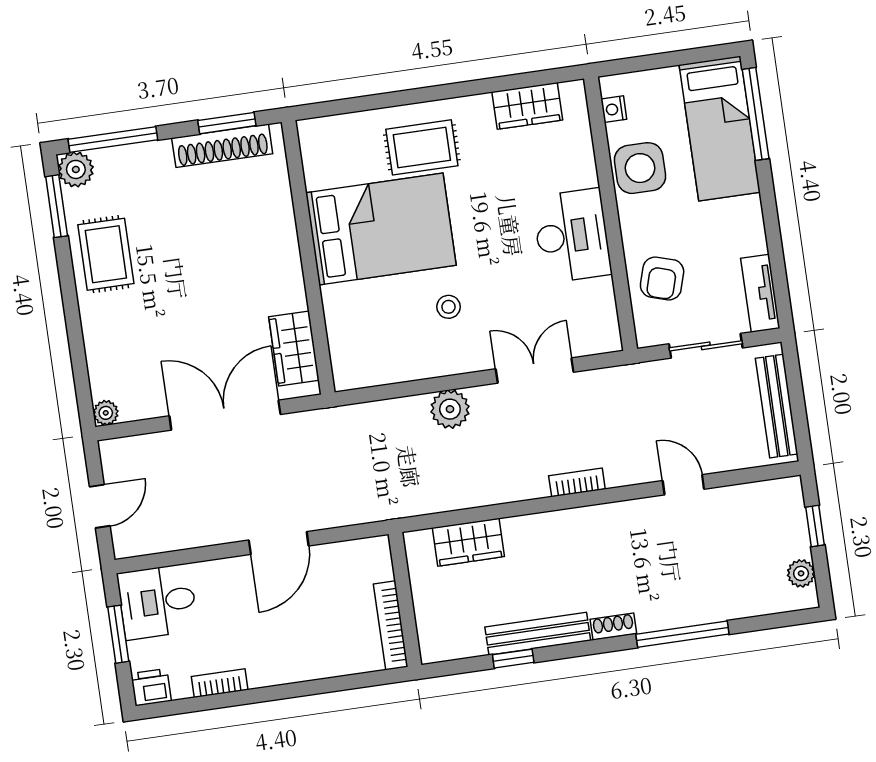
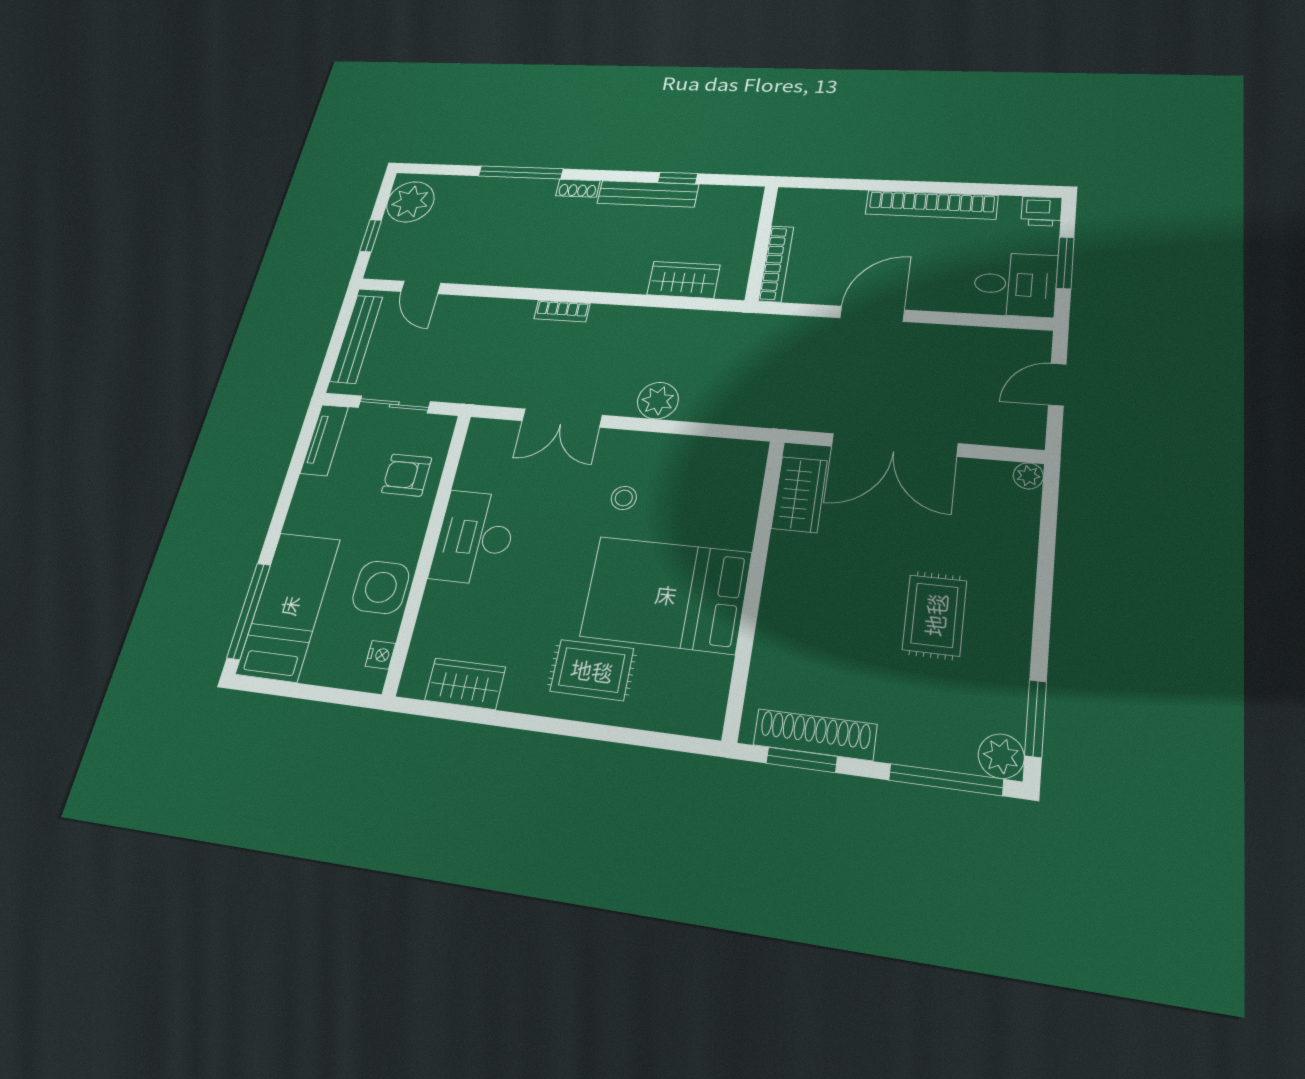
rug: (106, 254) -> (935, 615), moved
armchair: (662, 278) -> (407, 475), turned -107
door: (683, 485) -> (421, 287), moved
plant: (801, 573) -> (410, 202), width x1.88, depth x1.88
bookcase: (391, 625) -> (776, 264), moved
bookcase: (220, 683) -> (931, 205), width x2.31, depth x1.31

